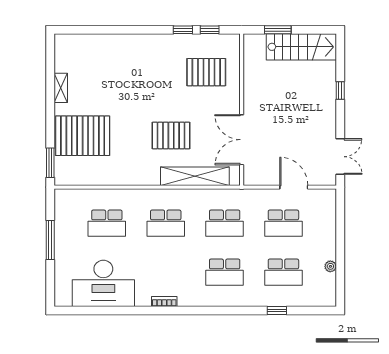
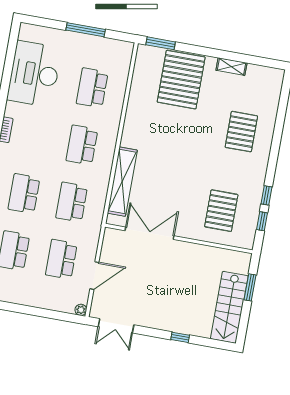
pallet: (171, 135) -> (241, 132), moved
plant: (330, 266) -> (81, 310), moved

